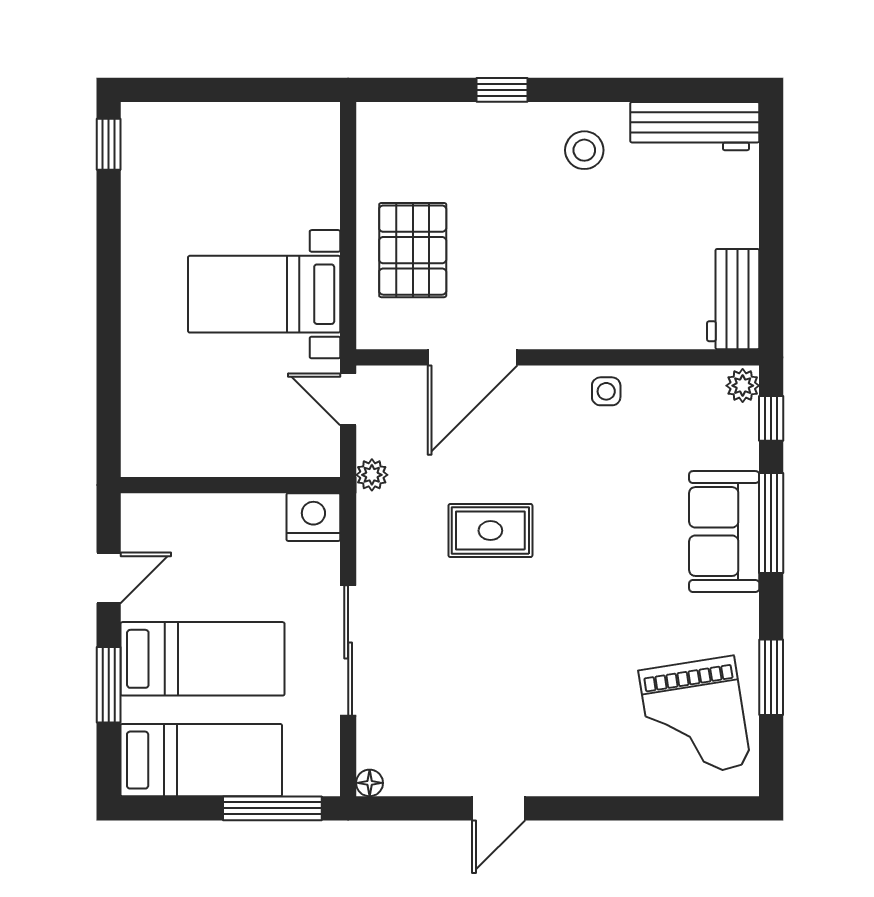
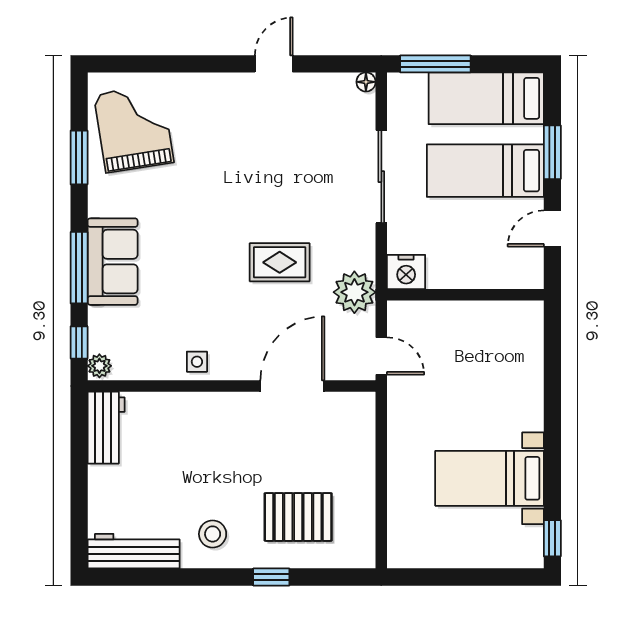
pallet: (413, 250) -> (298, 517), moved, turned 90
bed with nightstands: (264, 294) -> (489, 478), moved, turned 180
plant: (372, 475) -> (354, 292), width x1.88, depth x1.88

